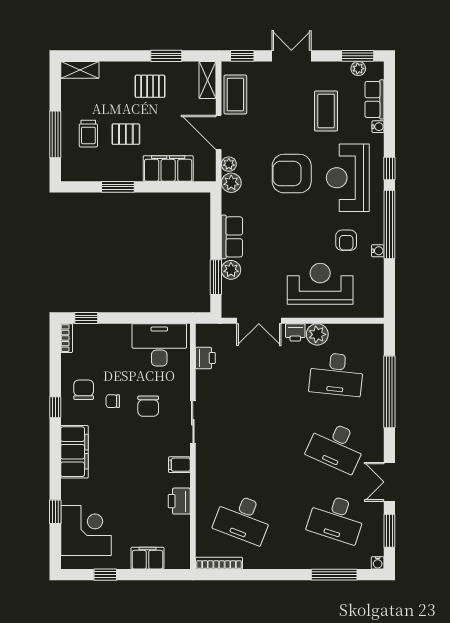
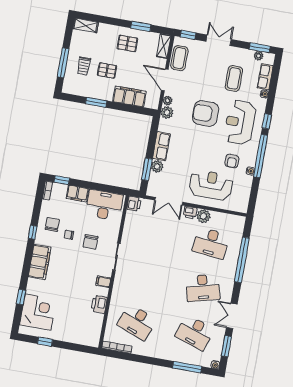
printer: (205, 358) -> (134, 204), moved
desk: (336, 446) -> (203, 288), turned -39
filing cabinet: (147, 558) -> (77, 194), moved, turned 180

